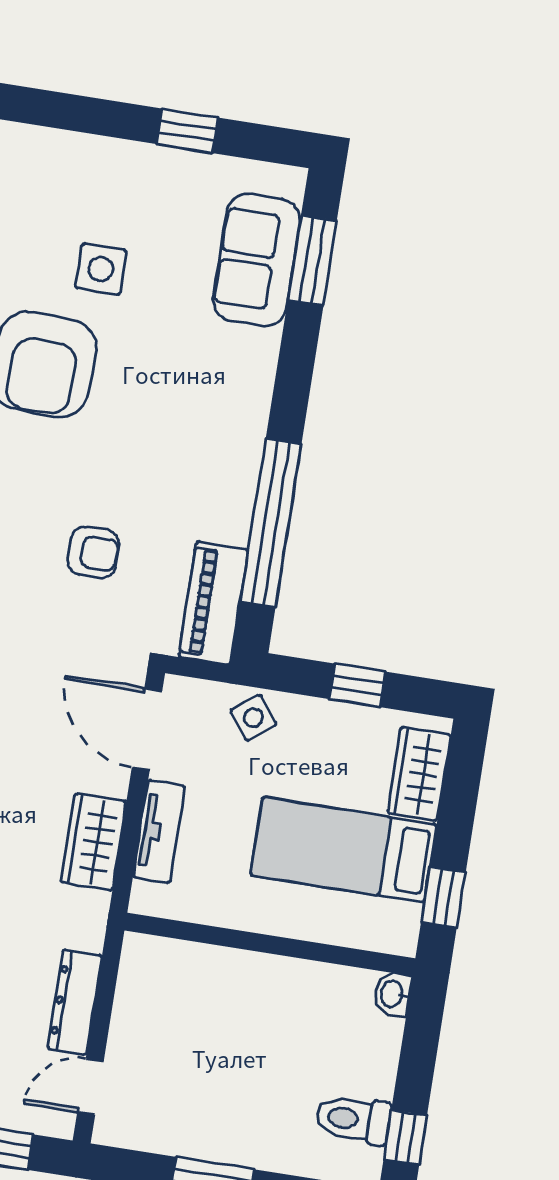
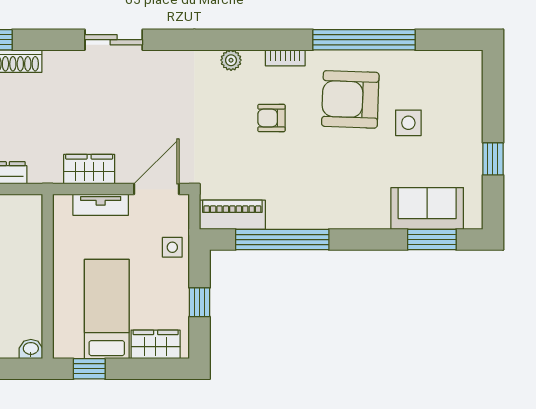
armchair: (94, 552) -> (271, 118), moved, turned 90
side table: (254, 718) -> (172, 247), turned 38

